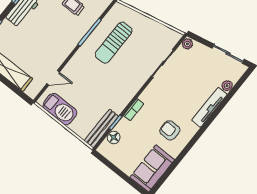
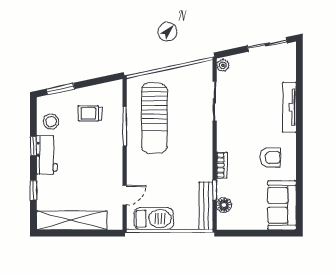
sun lounger: (114, 43) -> (154, 118), width x1.36, depth x1.34
plant: (227, 86) -> (290, 74), removed
armchair: (170, 130) -> (270, 157), turned 180

